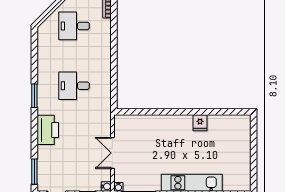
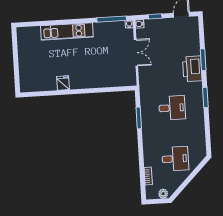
window: (114, 76) -> (139, 118), added
window: (34, 172) -> (203, 60), moved

